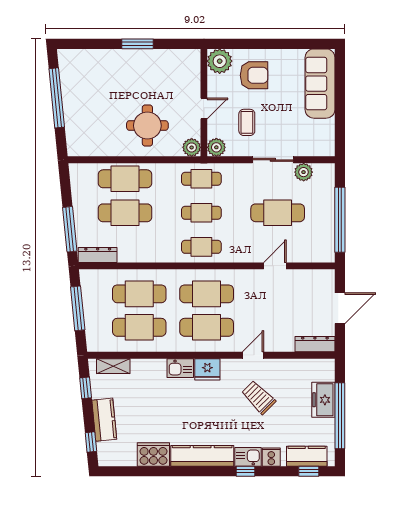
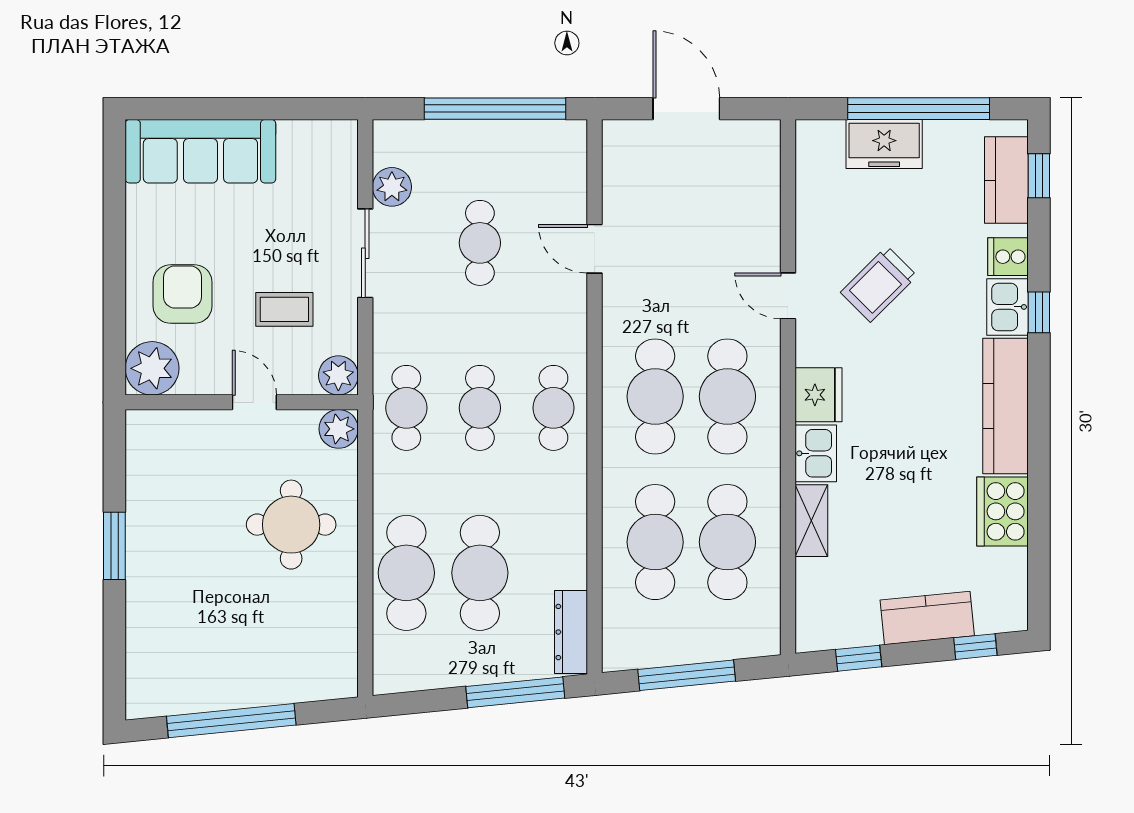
cafe table: (278, 213) -> (480, 243), width x0.73, depth x0.74
dresser: (315, 344) -> (764, 162), removed
shelving: (113, 366) -> (811, 521), moved

